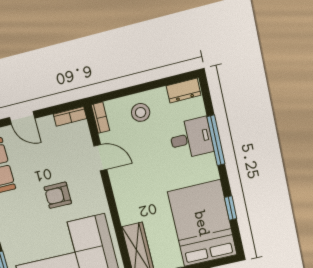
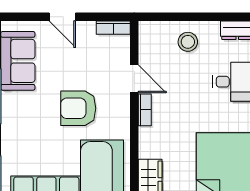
bookcase: (100, 118) -> (145, 110), moved
armchair: (58, 195) -> (78, 108), width x1.38, depth x1.38

